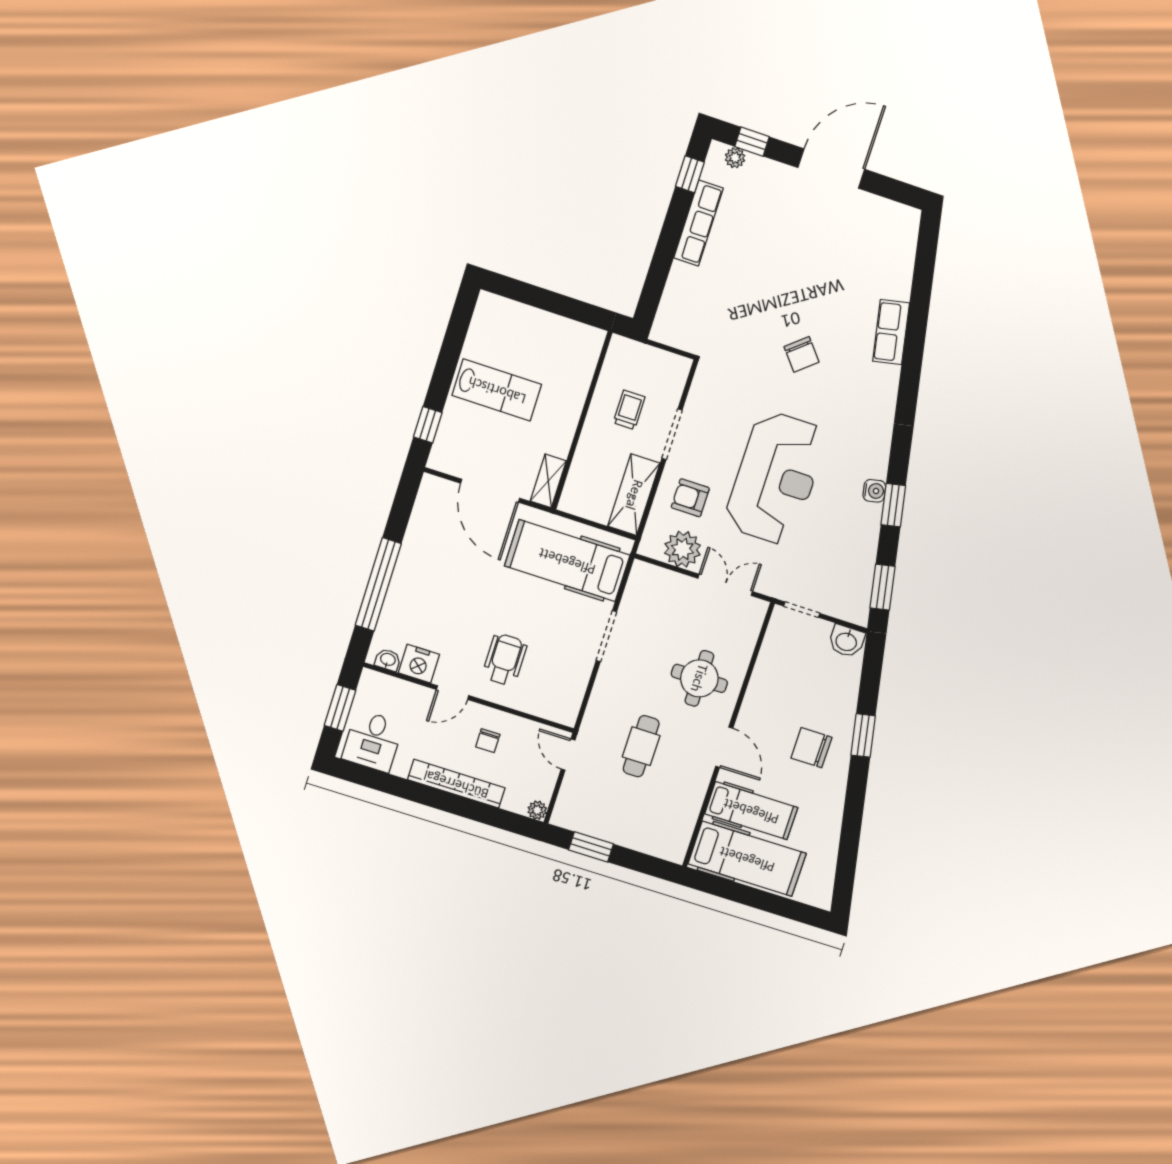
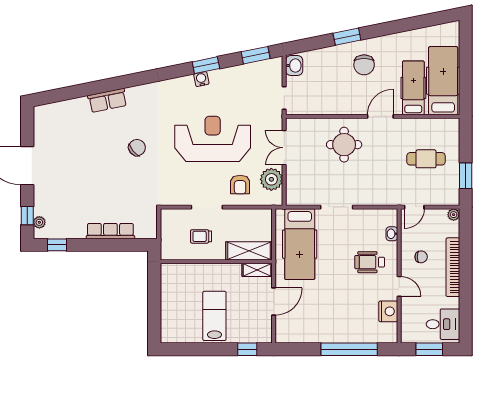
row of seats: (699, 223) -> (110, 231), moved
door: (490, 491) -> (274, 302), width x0.73
shelving: (634, 495) -> (249, 251), moved
washbasin: (388, 660) -> (392, 234), moved
cafe table: (641, 746) -> (426, 159), moved

